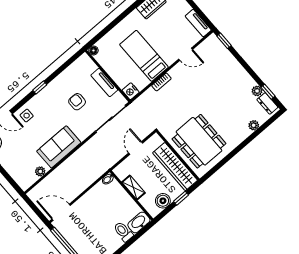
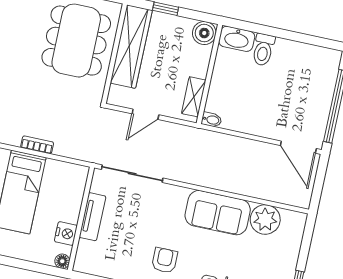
nightstand: (131, 91) -> (66, 233), moved
armchair: (77, 102) -> (165, 260), moved, turned 180
plant: (40, 171) -> (265, 219), width x1.87, depth x1.87
shelving: (133, 187) -> (194, 97), moved
boiler: (163, 201) -> (204, 33), moved

